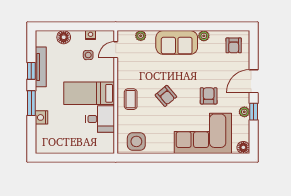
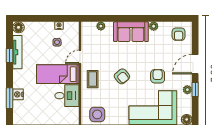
floor lamp: (64, 37) -> (18, 27), moved
door: (116, 50) -> (80, 57), moved
window: (31, 103) -> (10, 98), moved

